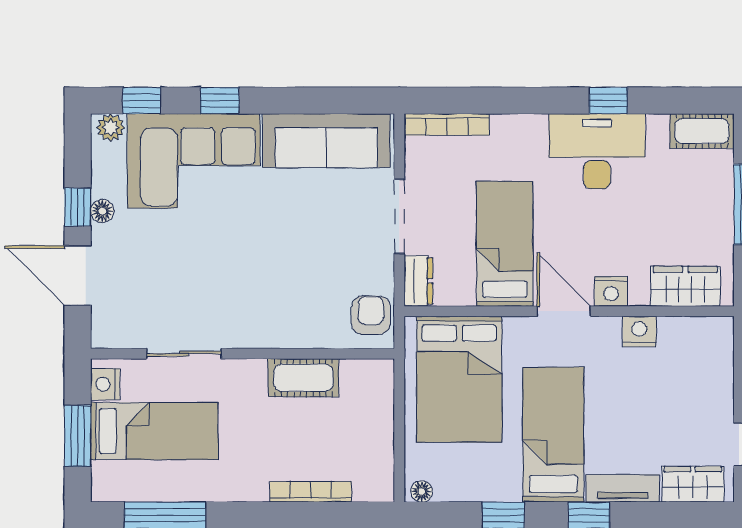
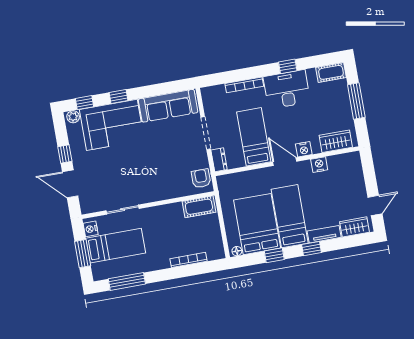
bookcase: (447, 124) -> (244, 85), moved
floor lamp: (102, 211) -> (76, 154), removed
cot: (303, 378) -> (199, 207), moved
bed: (459, 379) -> (257, 224), moved, turned 180

